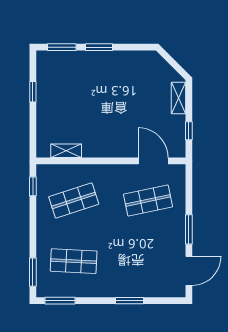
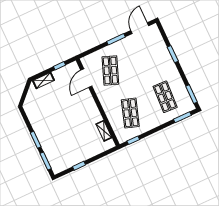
shop shelf: (74, 200) -> (130, 113), turned 36
shop shelf: (148, 200) -> (110, 70), turned 33
door: (189, 271) -> (140, 28), hinge flipped

